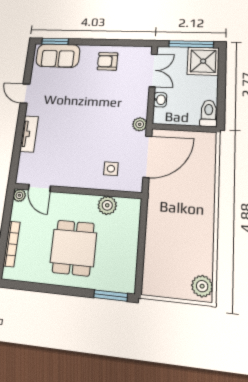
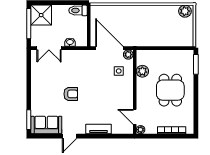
sofa: (58, 56) -> (46, 125), moved, turned -90
armchair: (108, 61) -> (71, 94), moved, turned -90
double door: (153, 70) -> (49, 48), swing flipped
plant: (140, 124) -> (128, 55), moved
door: (39, 188) -> (135, 117), swing flipped
dining table: (73, 248) -> (170, 90), turned 90

